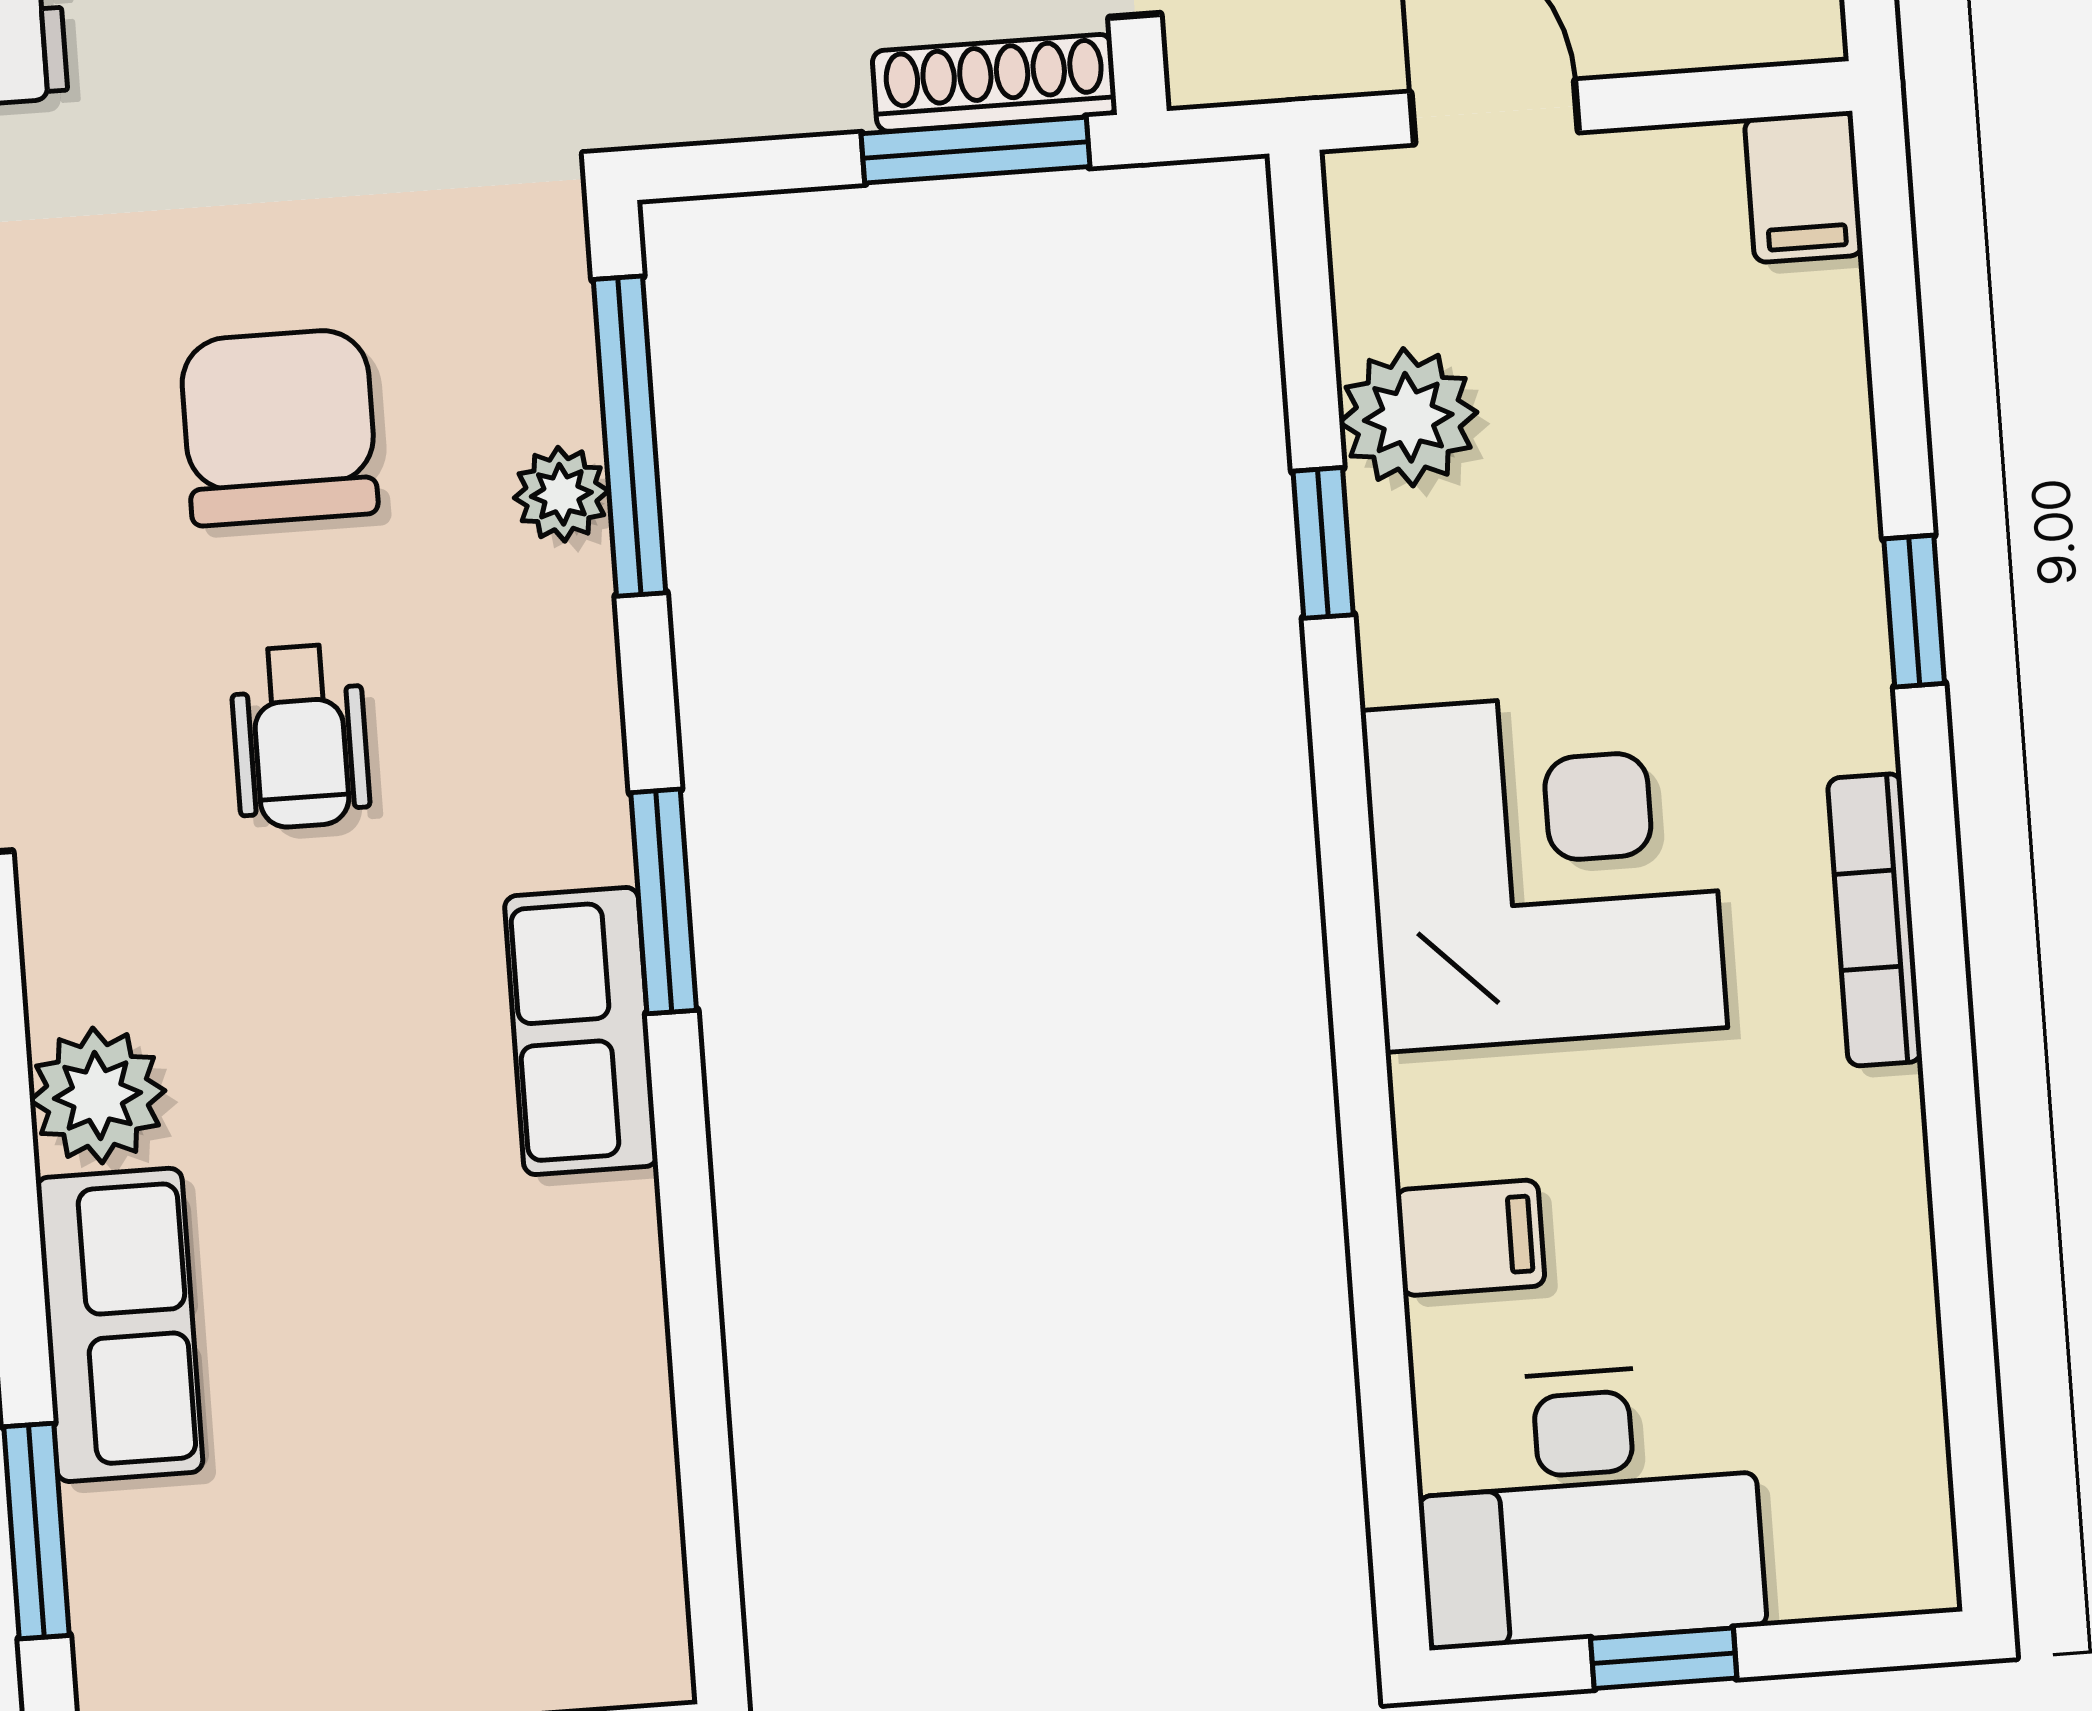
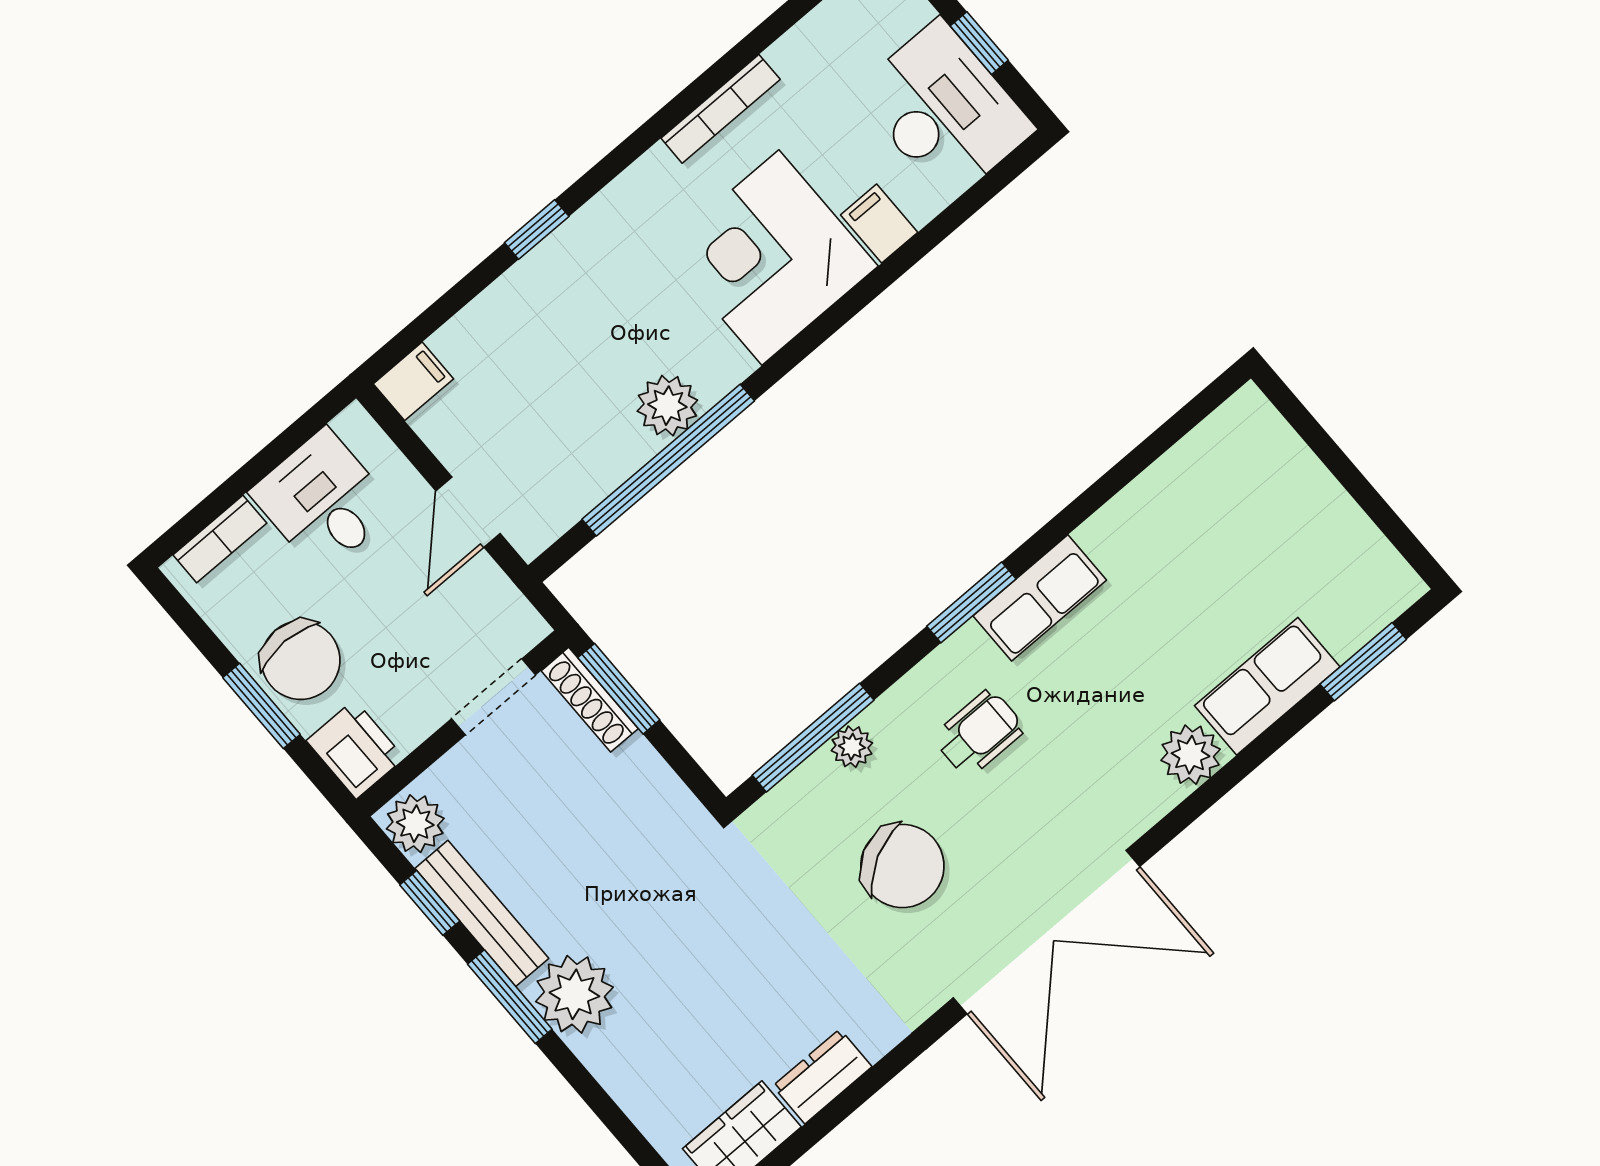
plant: (1408, 417) -> (667, 406), moved
chair: (279, 427) -> (902, 866), turned -118
window: (1323, 543) -> (668, 460), width x3.17
wheelchair: (300, 736) -> (979, 733), moved
corner desk: (1544, 869) -> (770, 258), moved
bookcase: (1875, 920) -> (721, 109), moved

